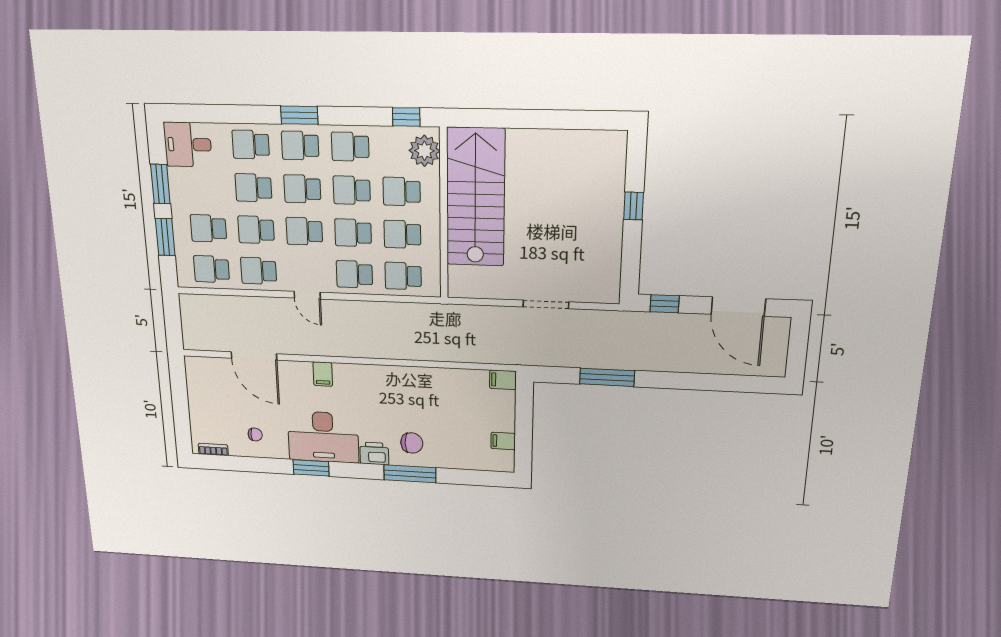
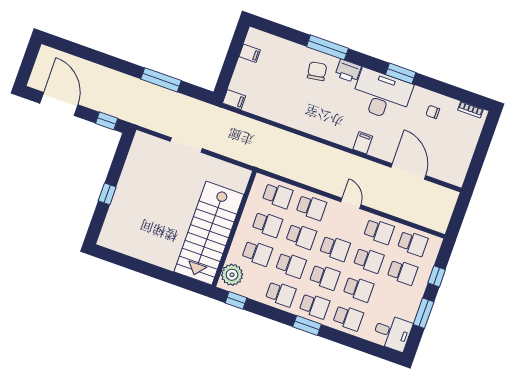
window: (165, 237) -> (437, 276), width x0.67
chair: (412, 443) -> (317, 71), turned 81

